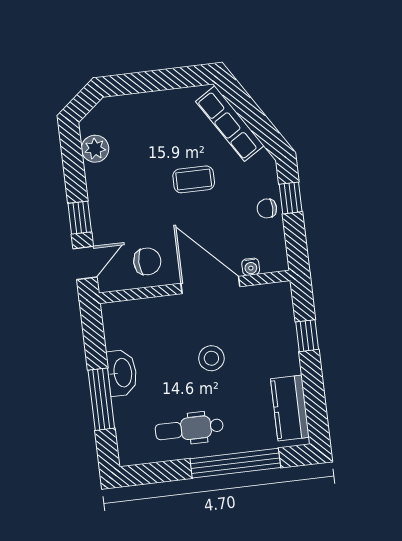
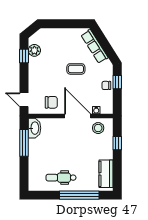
window: (80, 218) -> (24, 56), moved
door: (85, 263) -> (24, 100), swing flipped
stool: (211, 358) -> (98, 128), moved
washbasin: (122, 373) -> (34, 128), moved
window: (101, 399) -> (24, 143), moved

